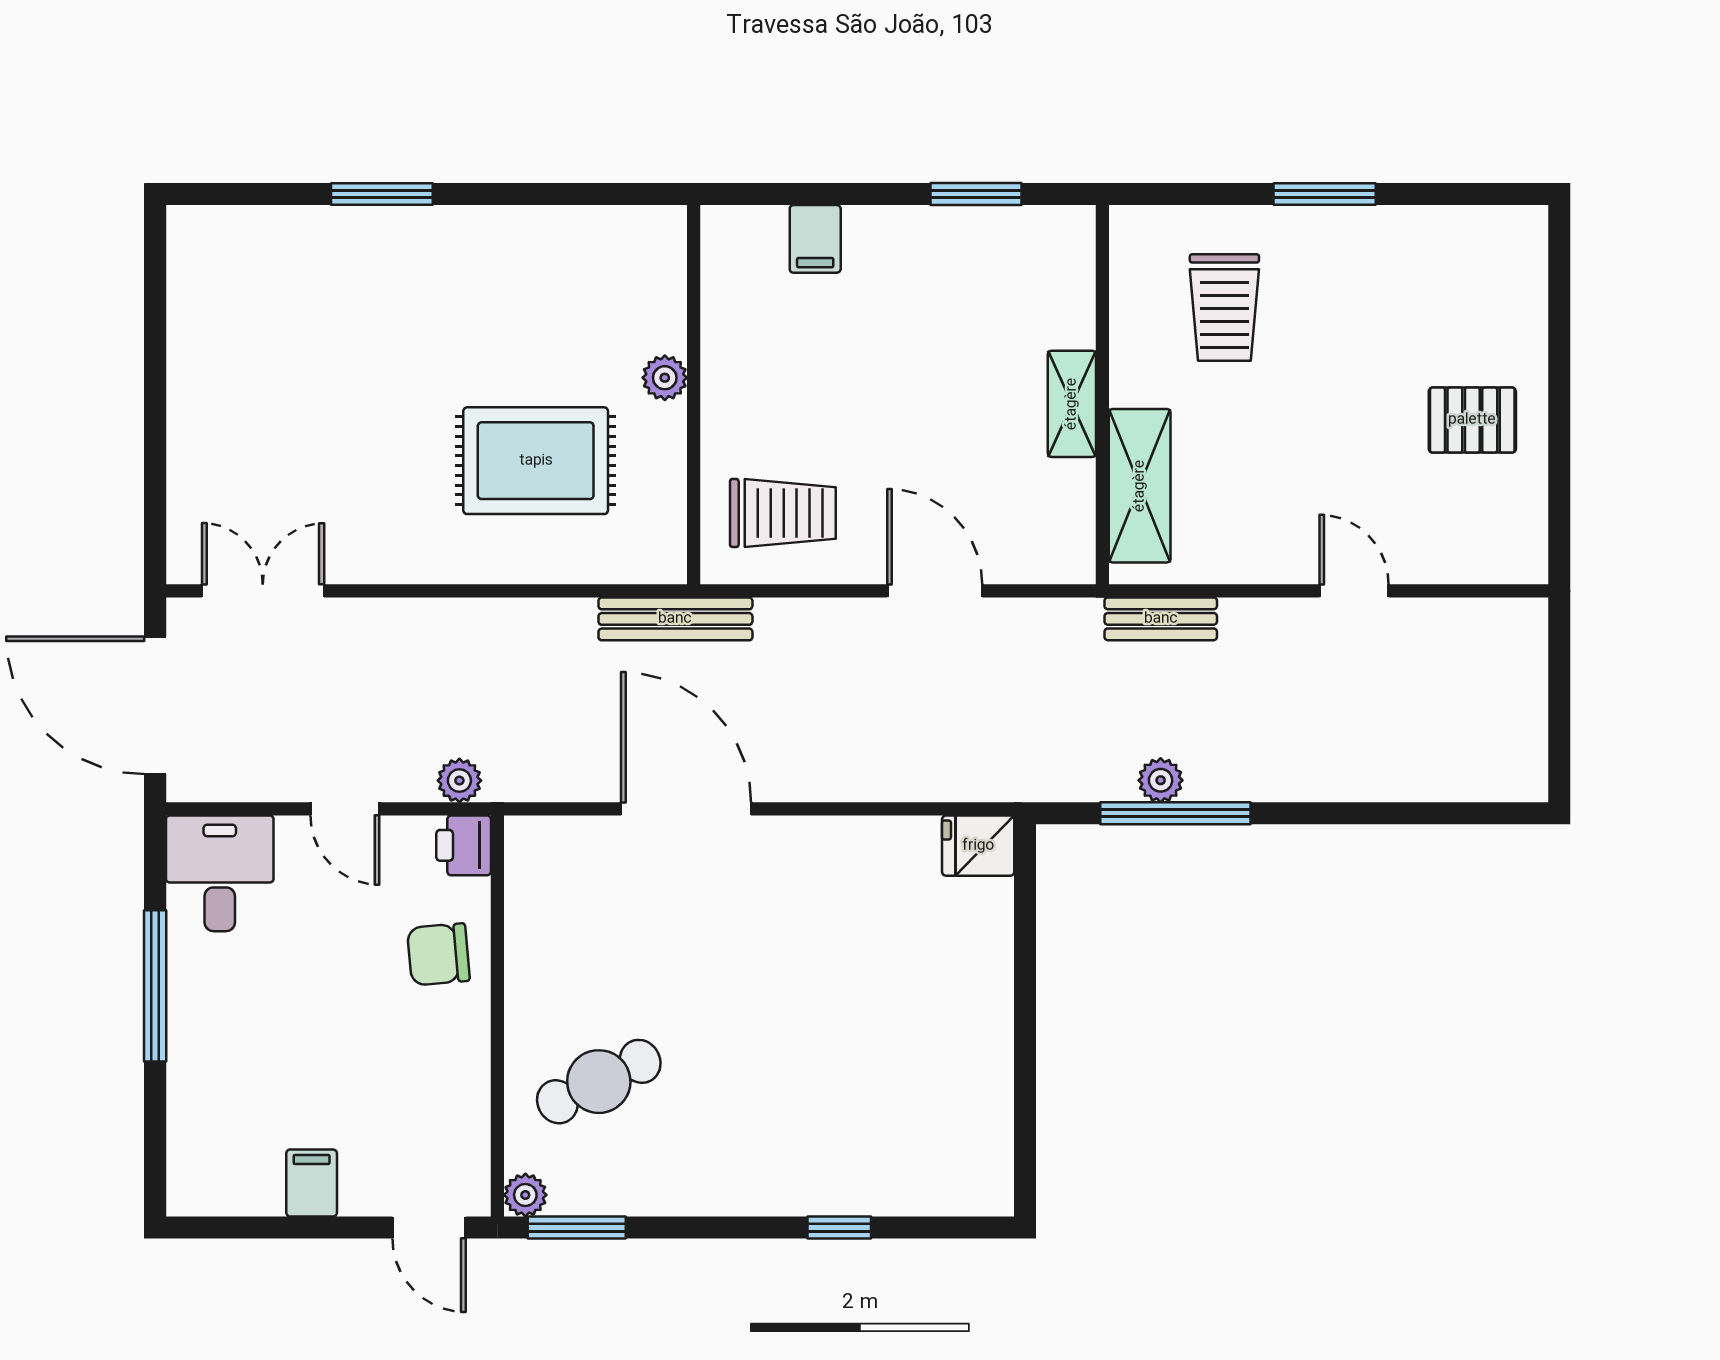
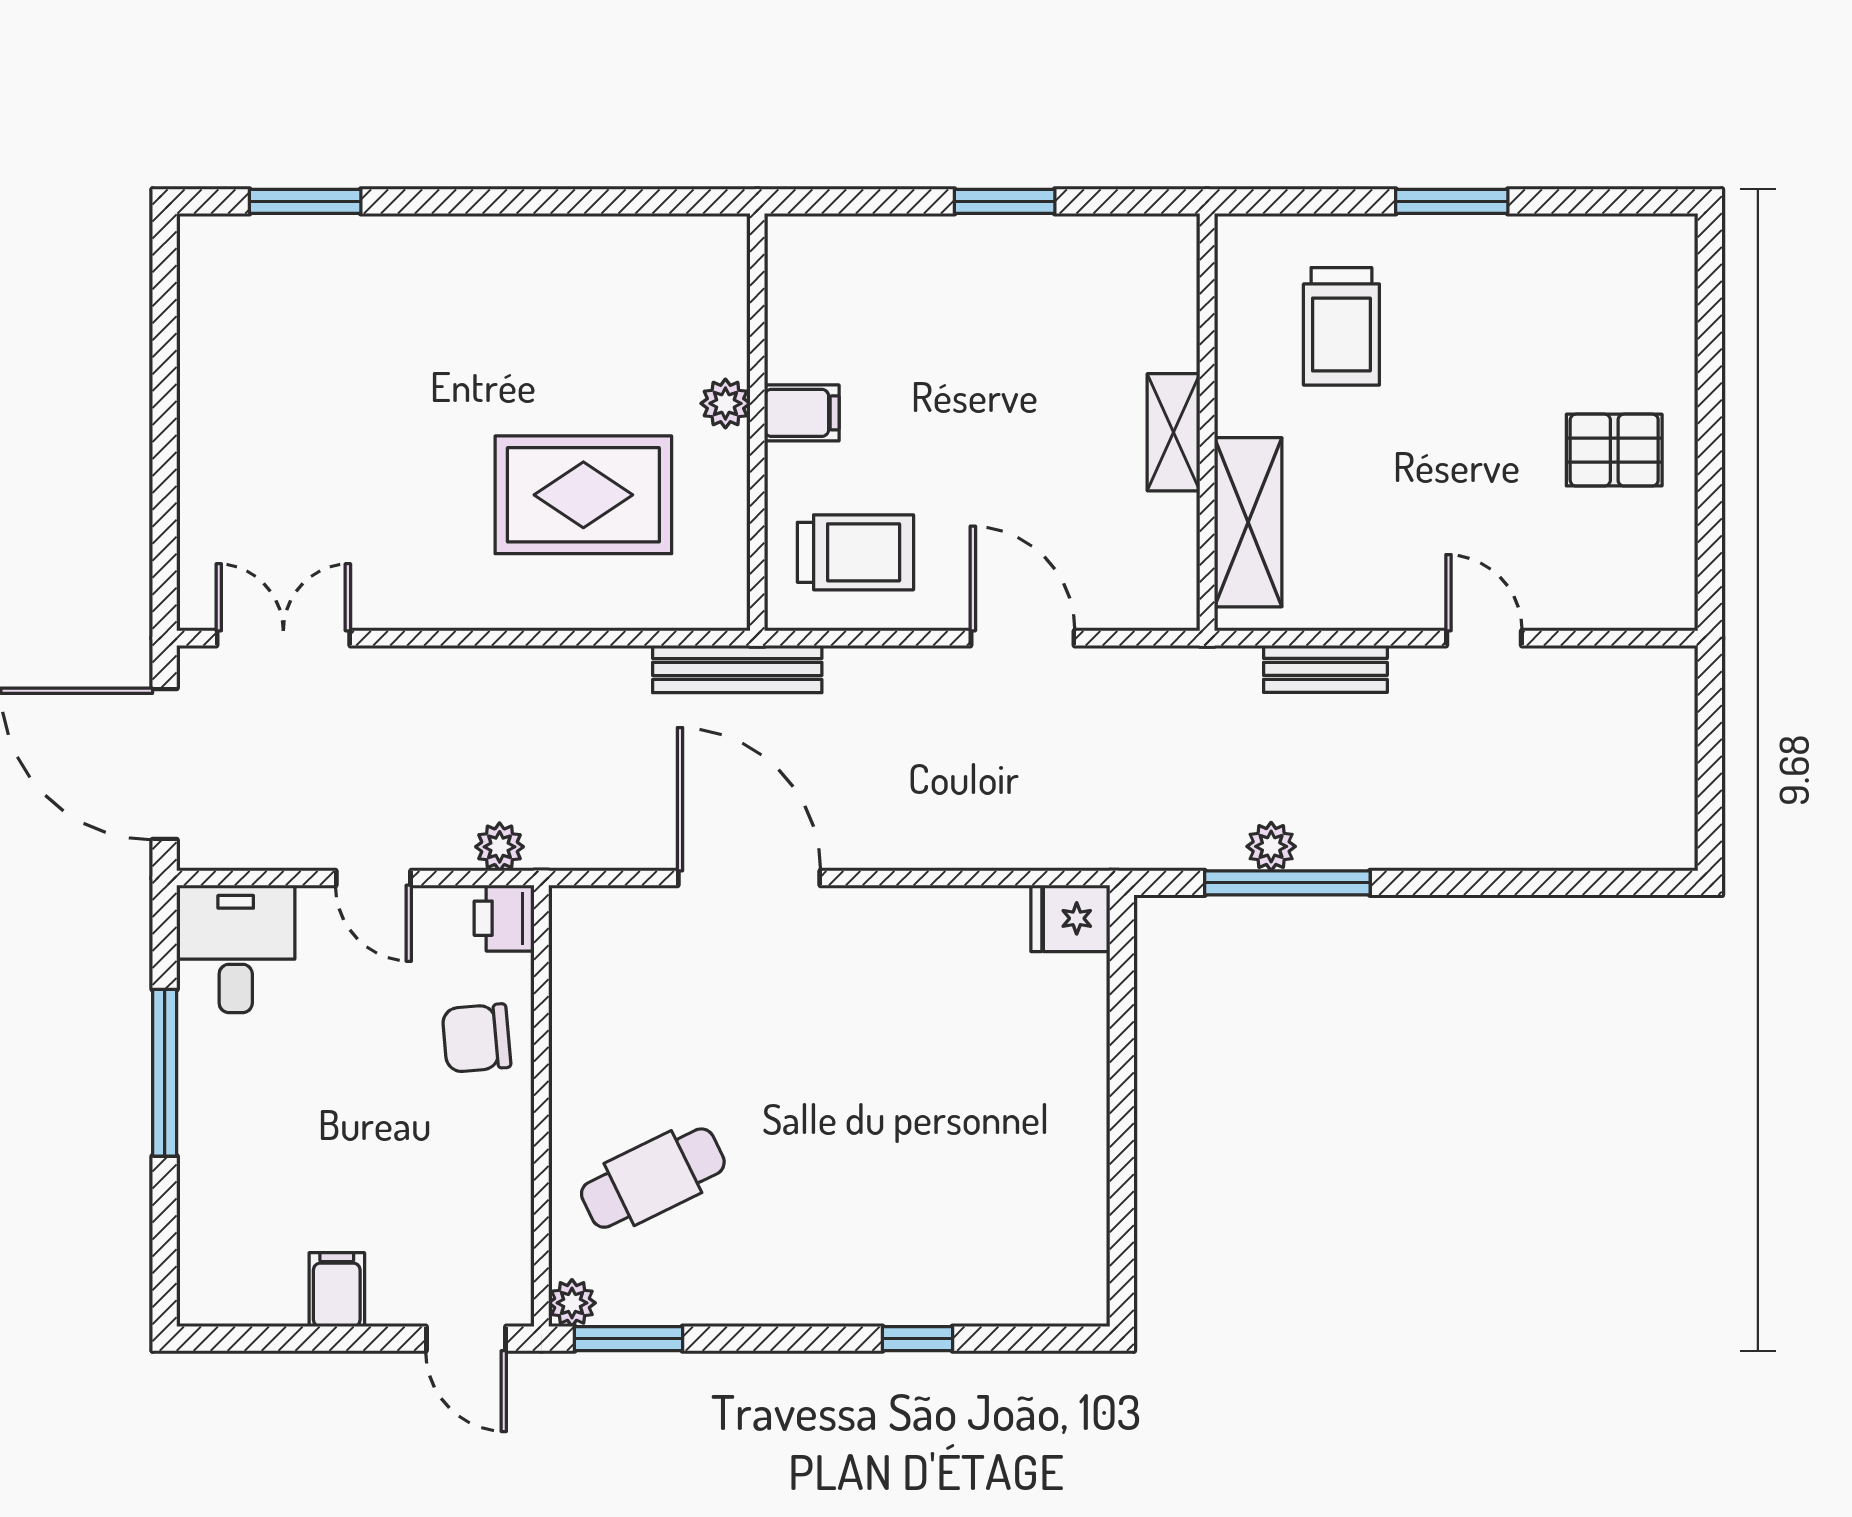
window: (382, 194) -> (305, 201), moved
window: (976, 194) -> (1005, 201), moved
filing cabinet: (815, 239) -> (802, 413), moved, turned -90
bench: (1161, 619) -> (1325, 669), moved

